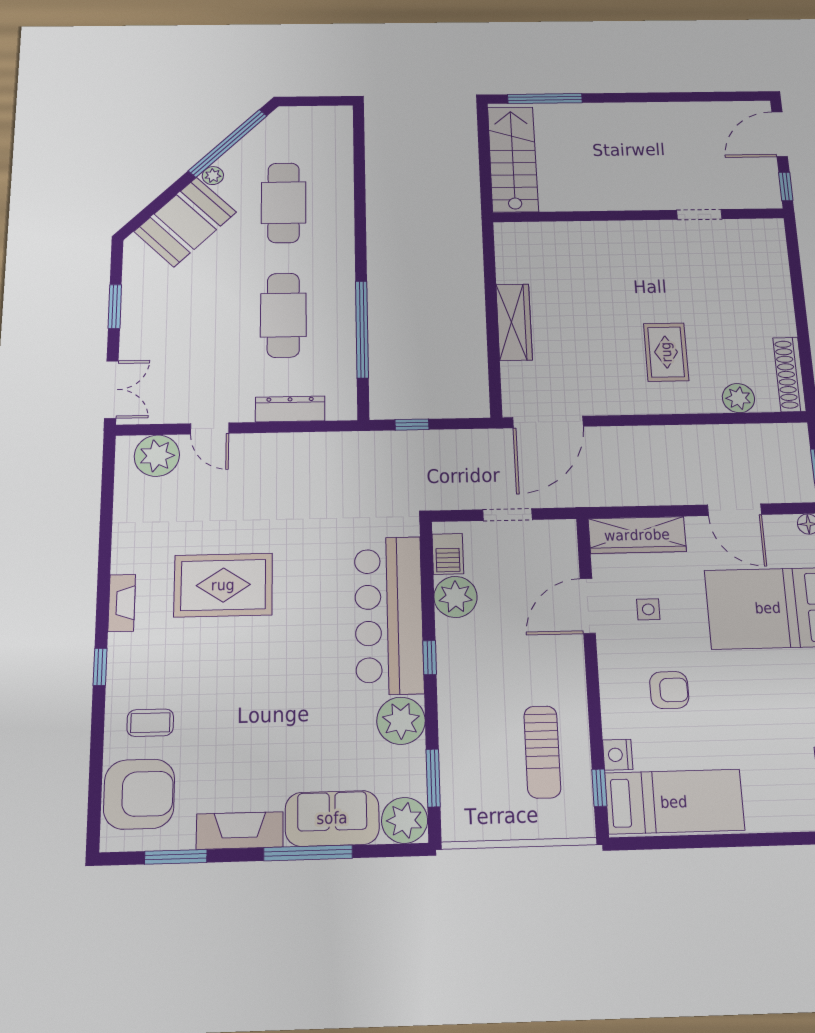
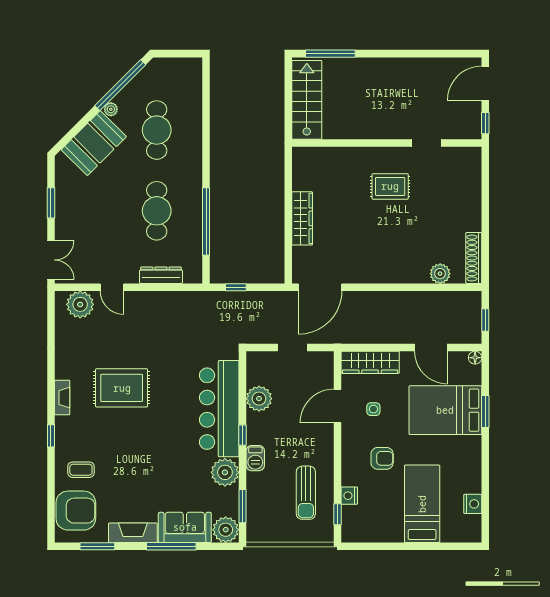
rug: (666, 352) -> (390, 186), moved, turned 90
barbecue: (448, 554) -> (255, 458), moved
bed: (674, 802) -> (422, 504), moved, turned -90

